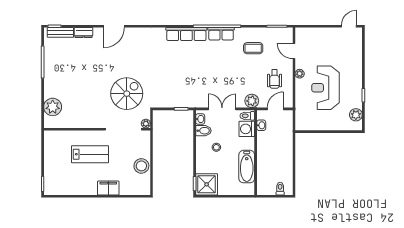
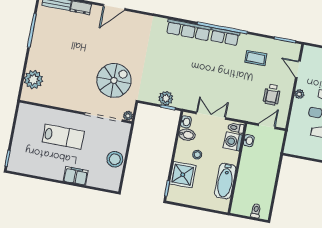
plant: (252, 101) -> (166, 98), moved
shower: (207, 184) -> (183, 175), moved

